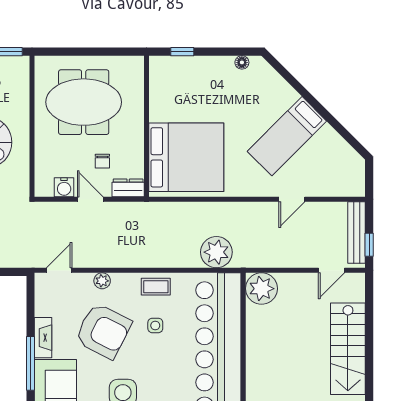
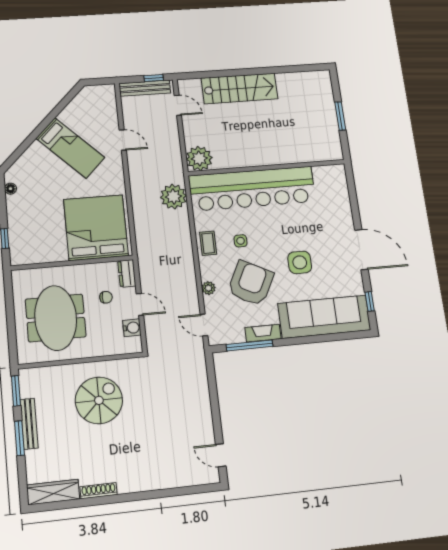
door: (90, 199) -> (140, 304), swing flipped
window: (30, 363) -> (250, 345), moved

